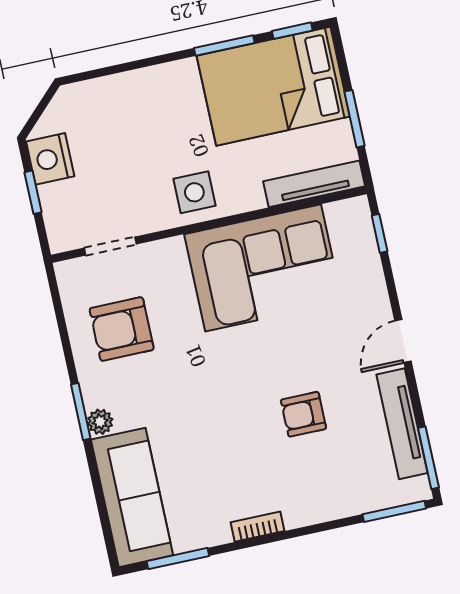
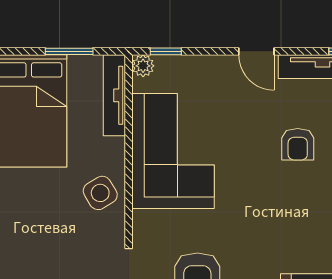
side table: (194, 192) -> (100, 193), turned -31
plant: (357, 210) -> (143, 66), added

